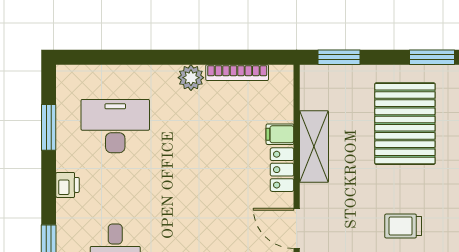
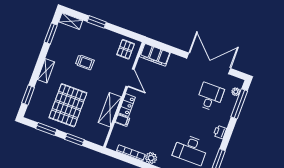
window: (339, 57) -> (75, 139), moved

